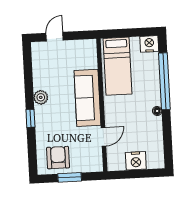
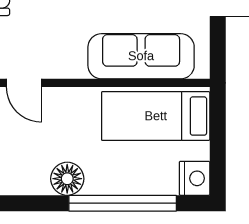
sofa: (87, 98) -> (141, 56), moved
floor lamp: (157, 111) -> (67, 179), width x1.89, depth x1.89

